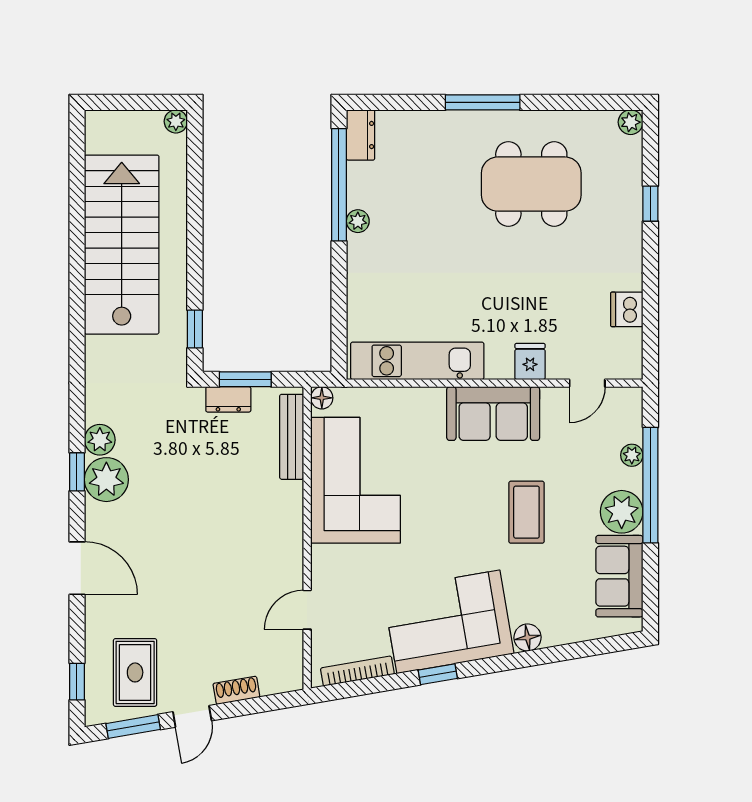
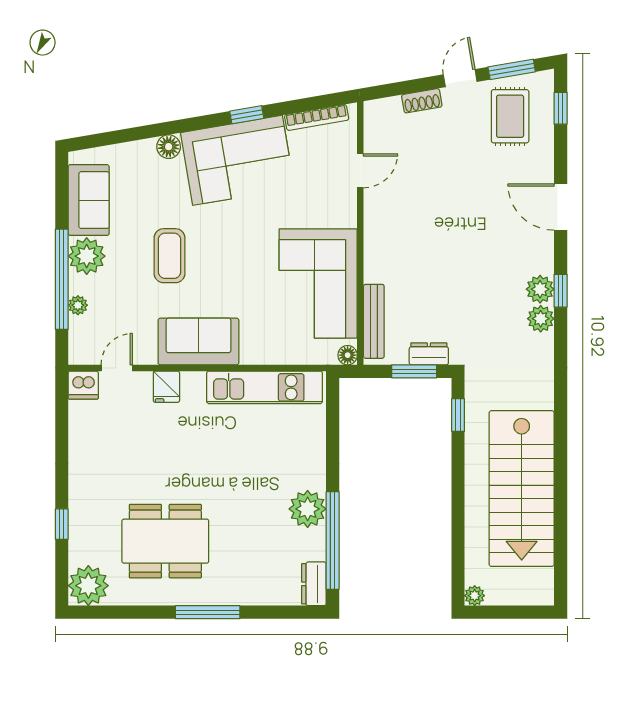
plant: (631, 122) -> (88, 586), width x1.87, depth x1.87
plant: (358, 221) -> (308, 509), width x1.87, depth x1.87
dishwasher: (627, 309) -> (83, 385), moved, turned 90
plant: (106, 480) -> (540, 289), width x0.73, depth x0.73

